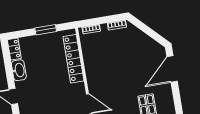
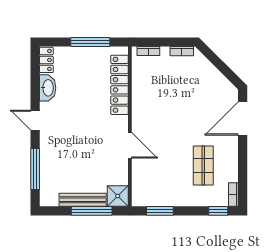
window: (46, 30) -> (90, 42), width x1.44

